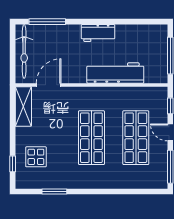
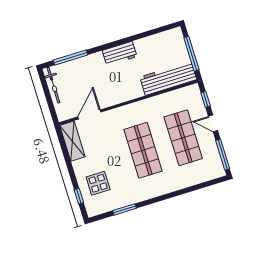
bicycle: (24, 51) -> (53, 85), width x0.73, depth x0.71
workbench: (115, 73) -> (168, 78), moved

